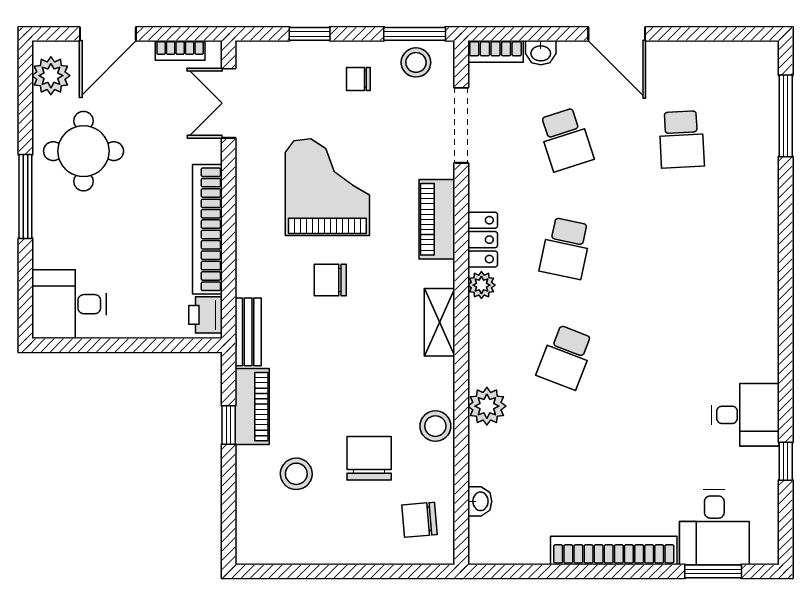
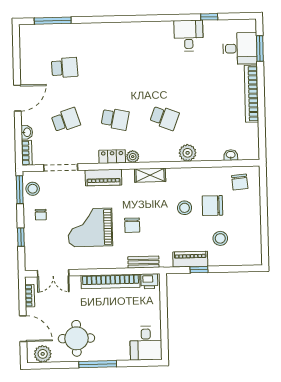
bench: (248, 332) -> (143, 262), moved
stool: (435, 426) -> (185, 208), moved

